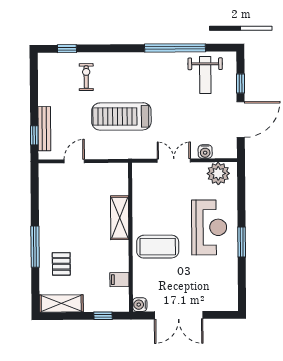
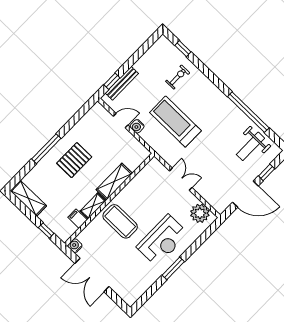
water cooler: (205, 152) -> (137, 126), moved
shelving: (122, 256) -> (93, 206), added
pallet: (61, 264) -> (74, 160), moved, width x1.50, depth x1.42

